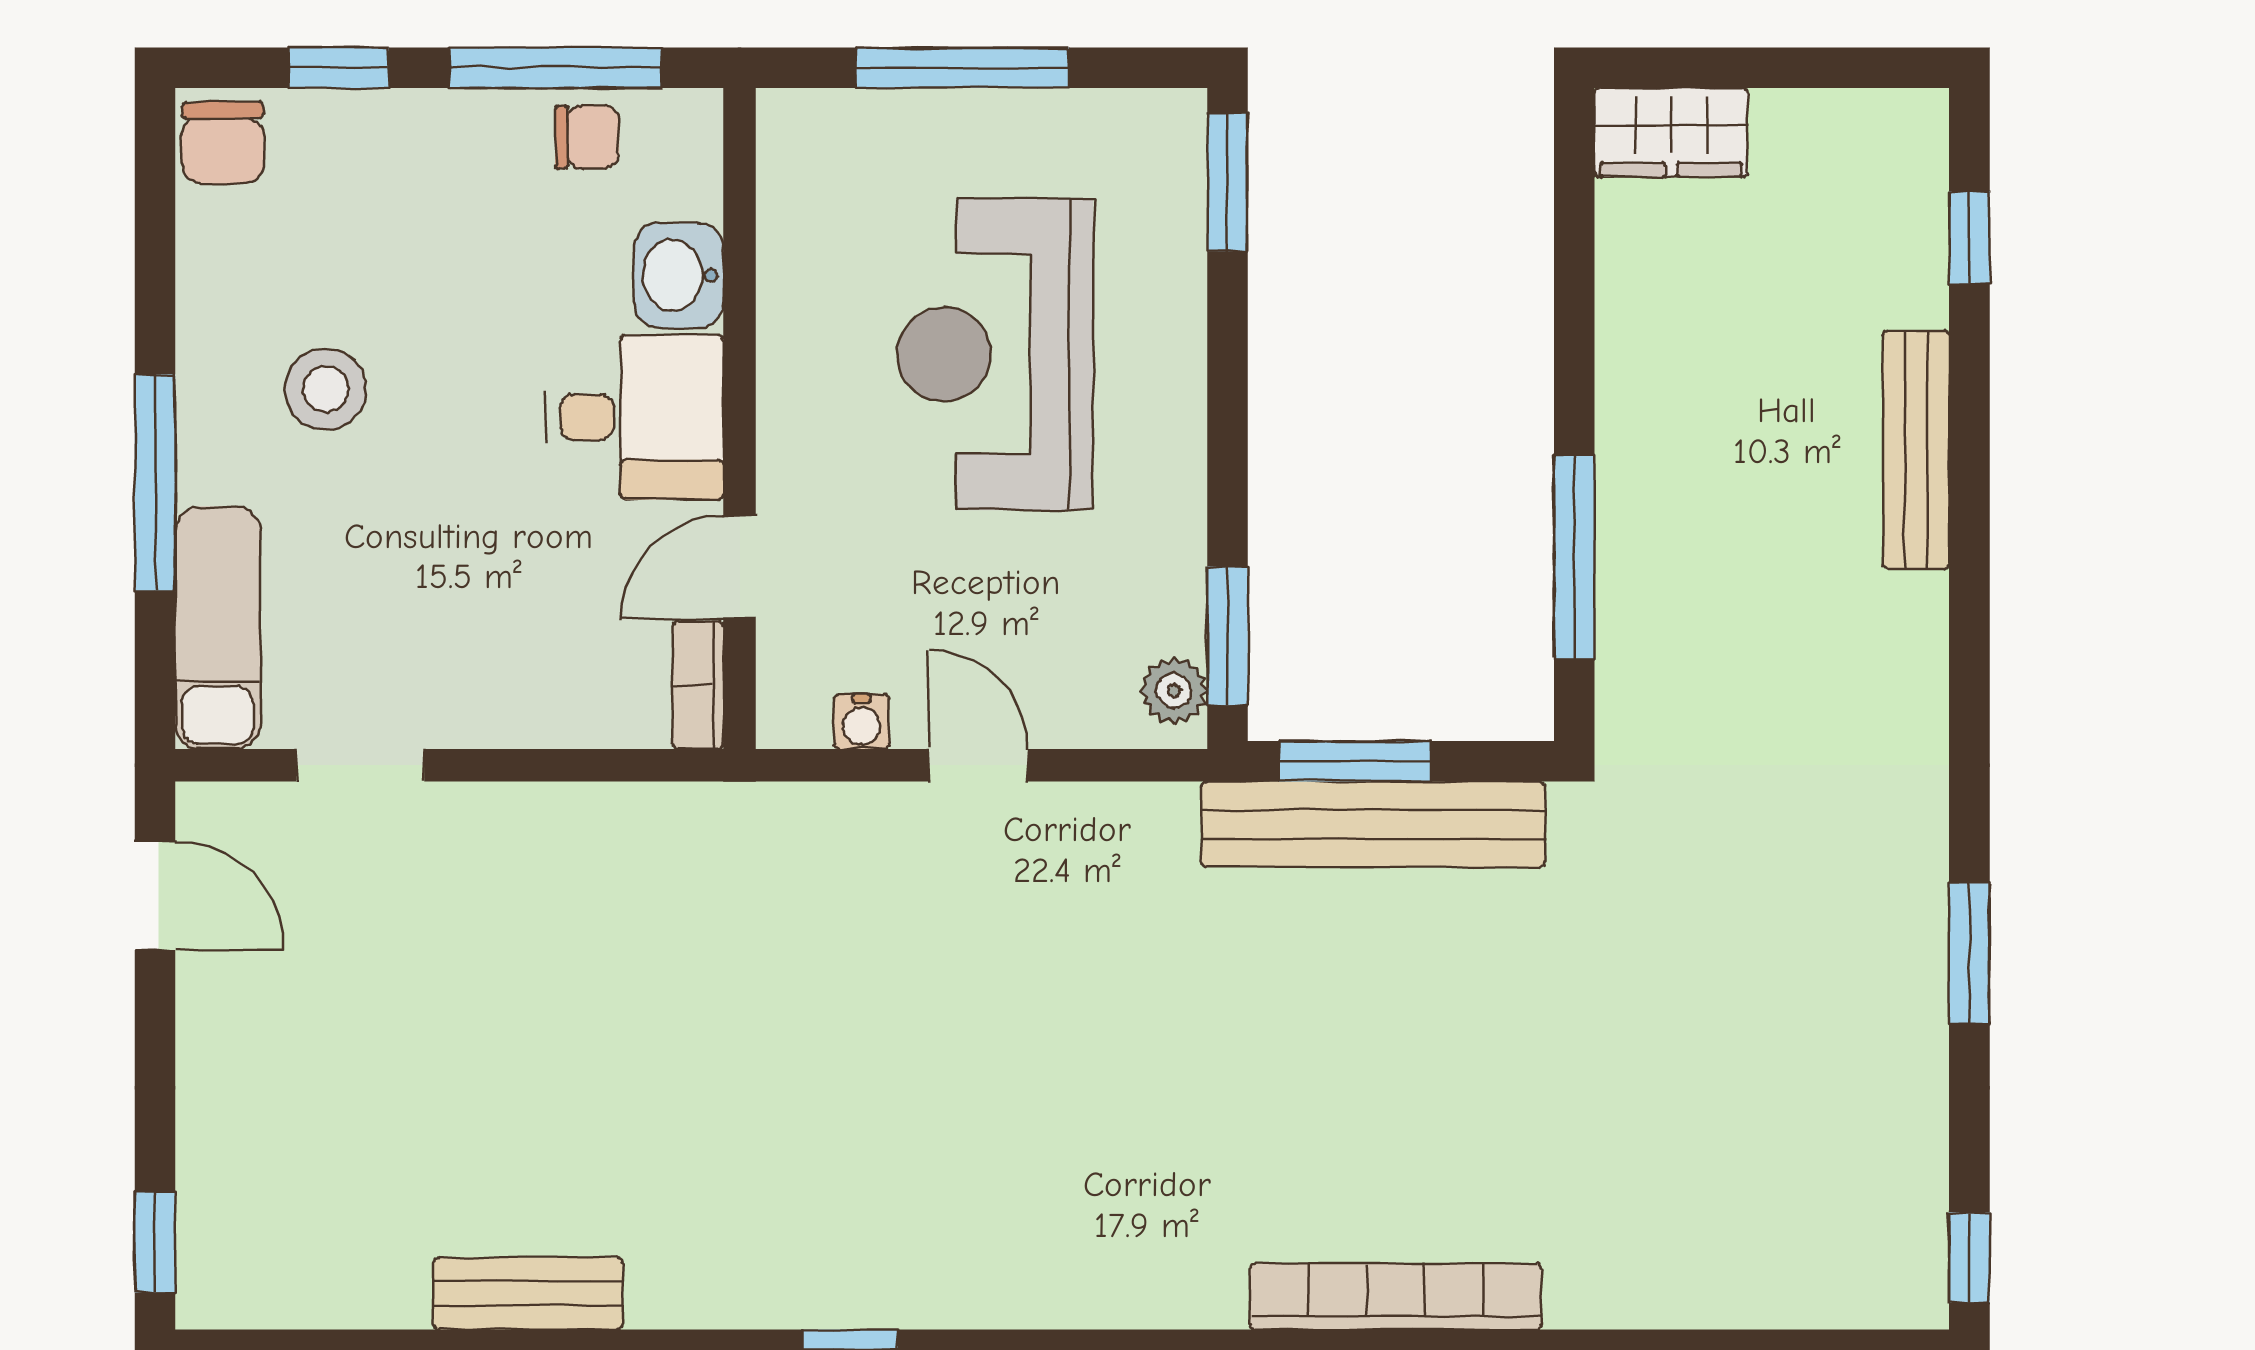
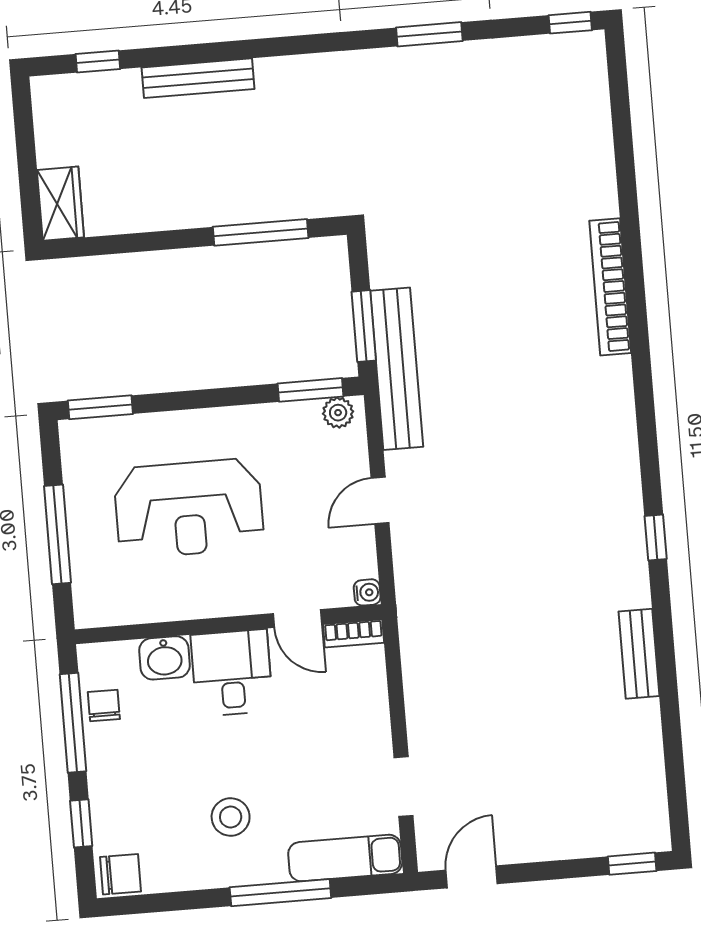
water cooler: (862, 722) -> (367, 592), moved
bench: (1373, 824) -> (397, 369), moved
bench: (528, 1294) -> (639, 654), moved

